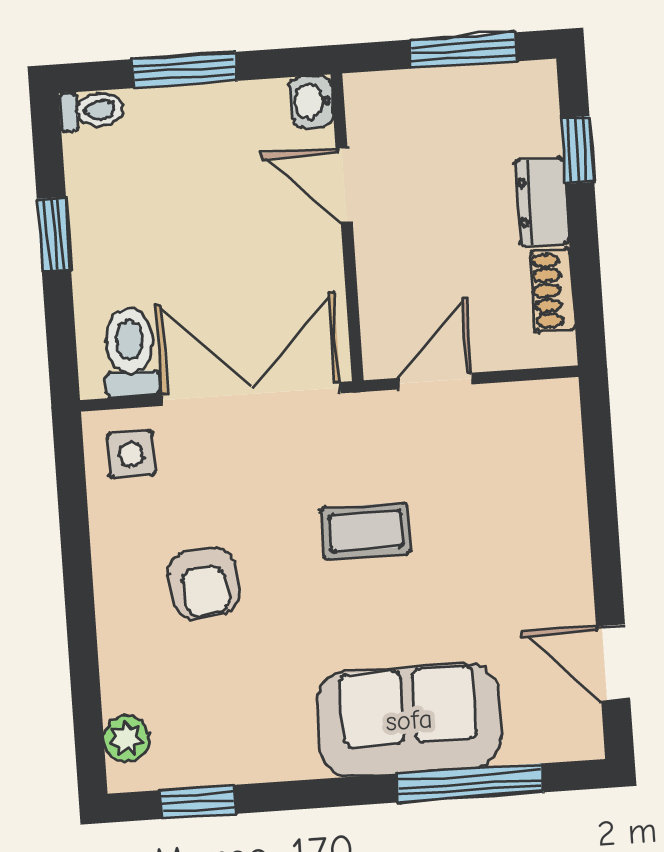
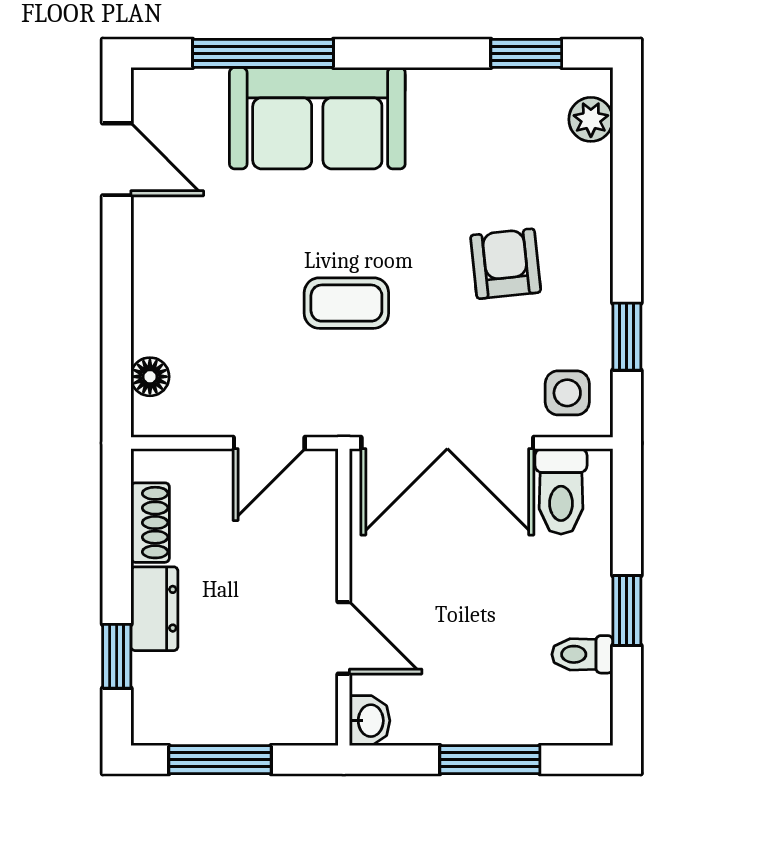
toilet: (91, 110) -> (582, 654), moved
floor lamp: (563, 441) -> (150, 377), added
window: (74, 517) -> (627, 337), added

